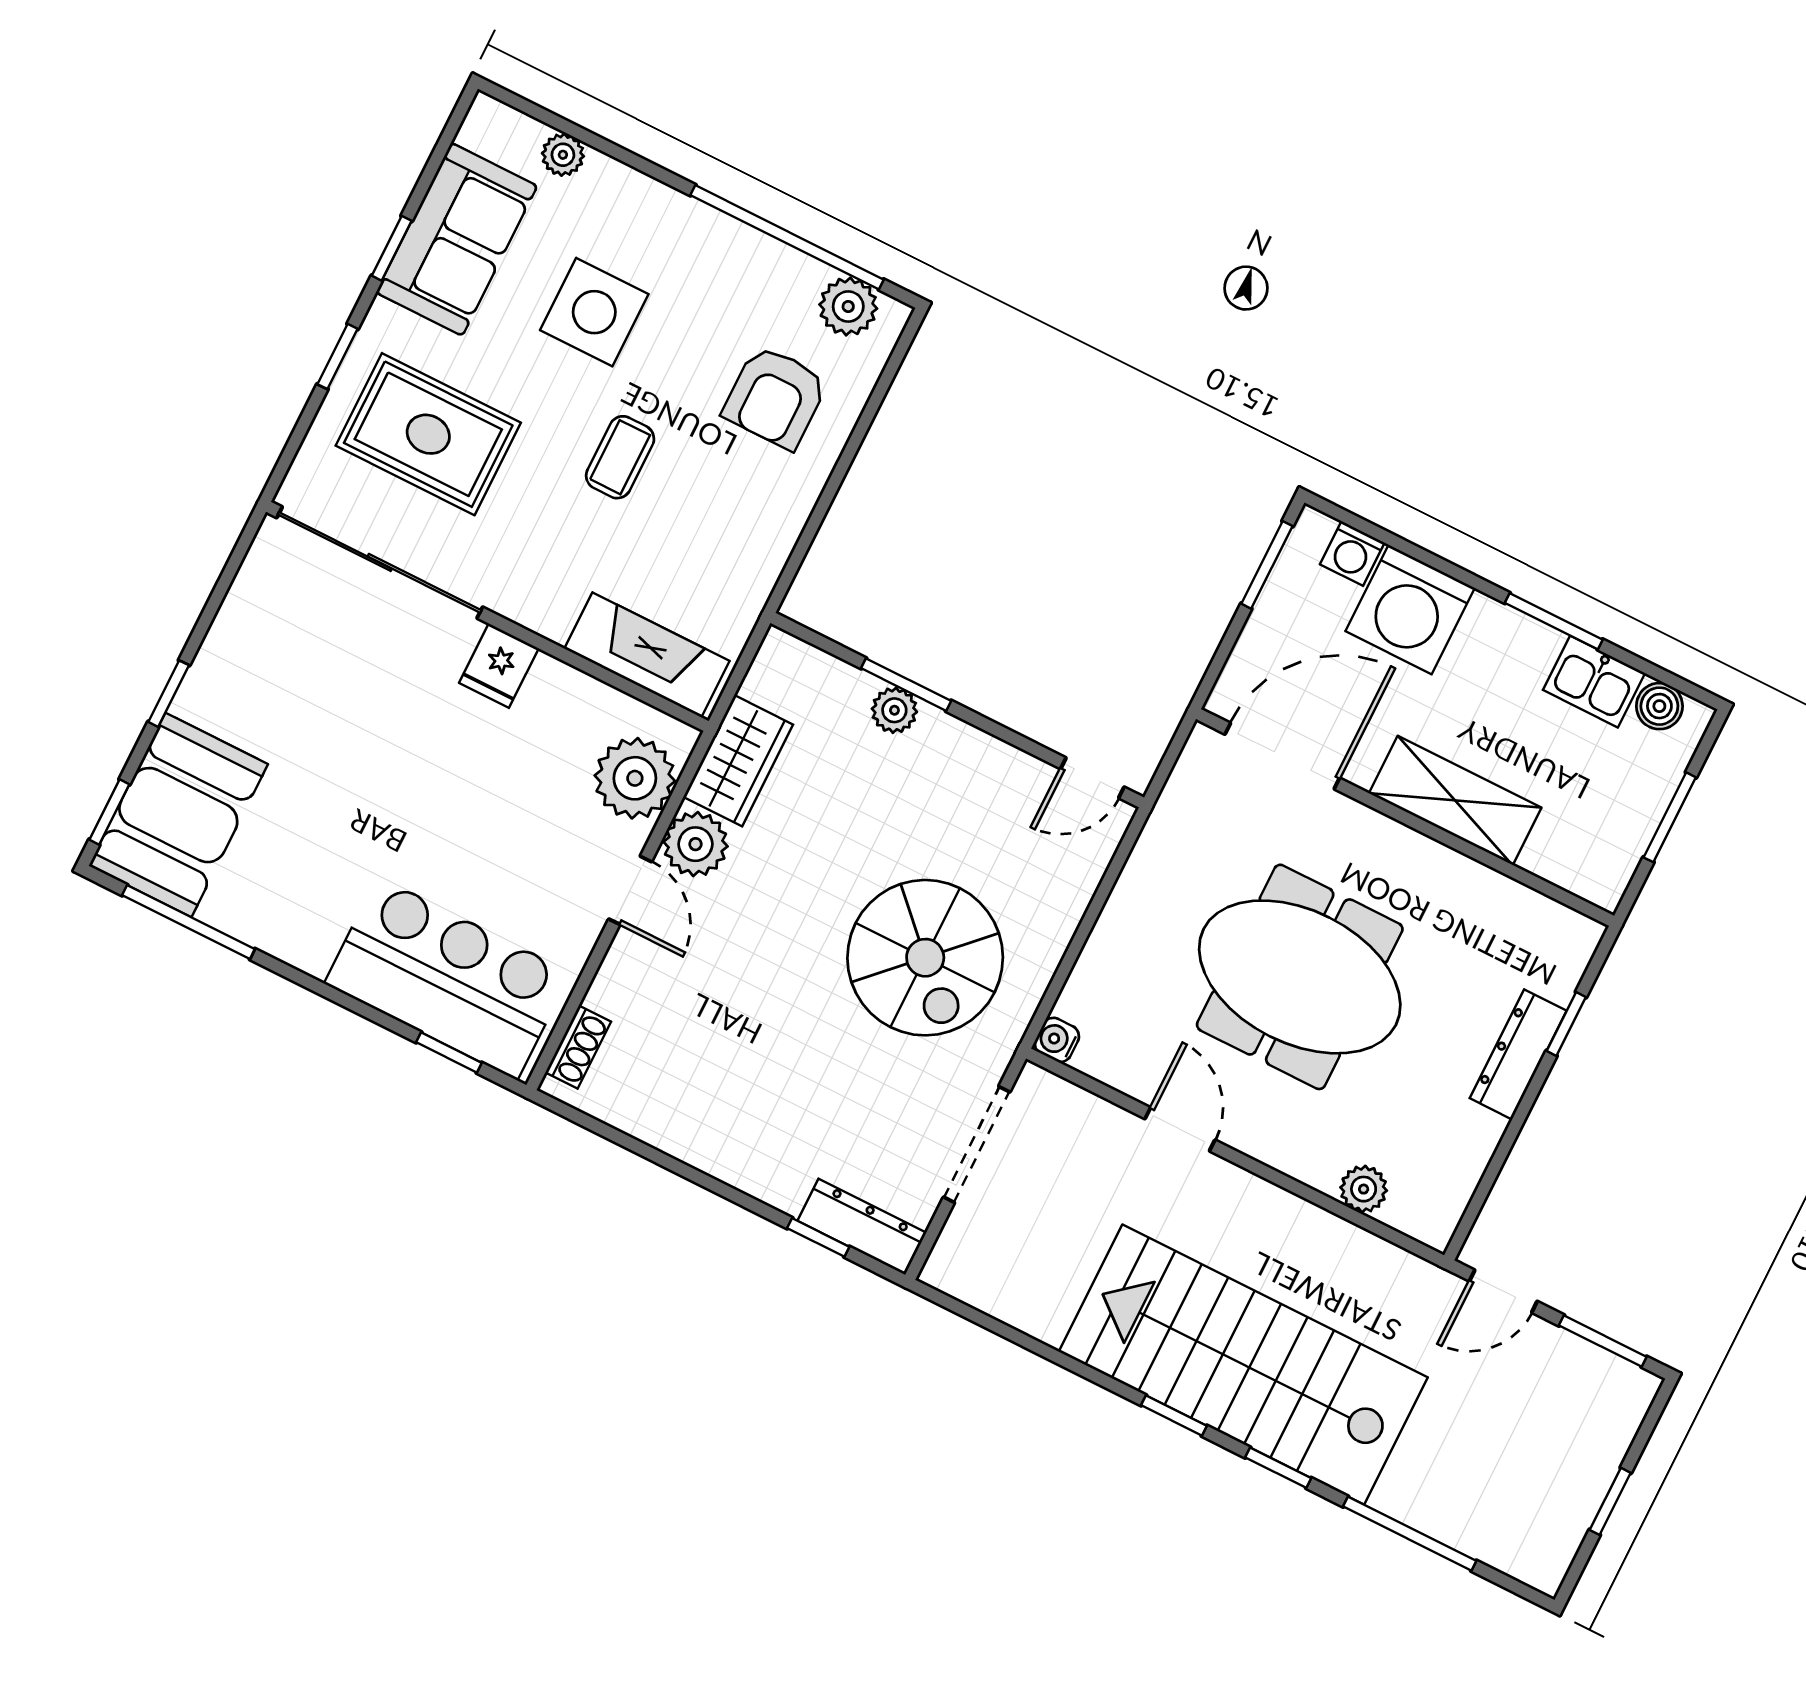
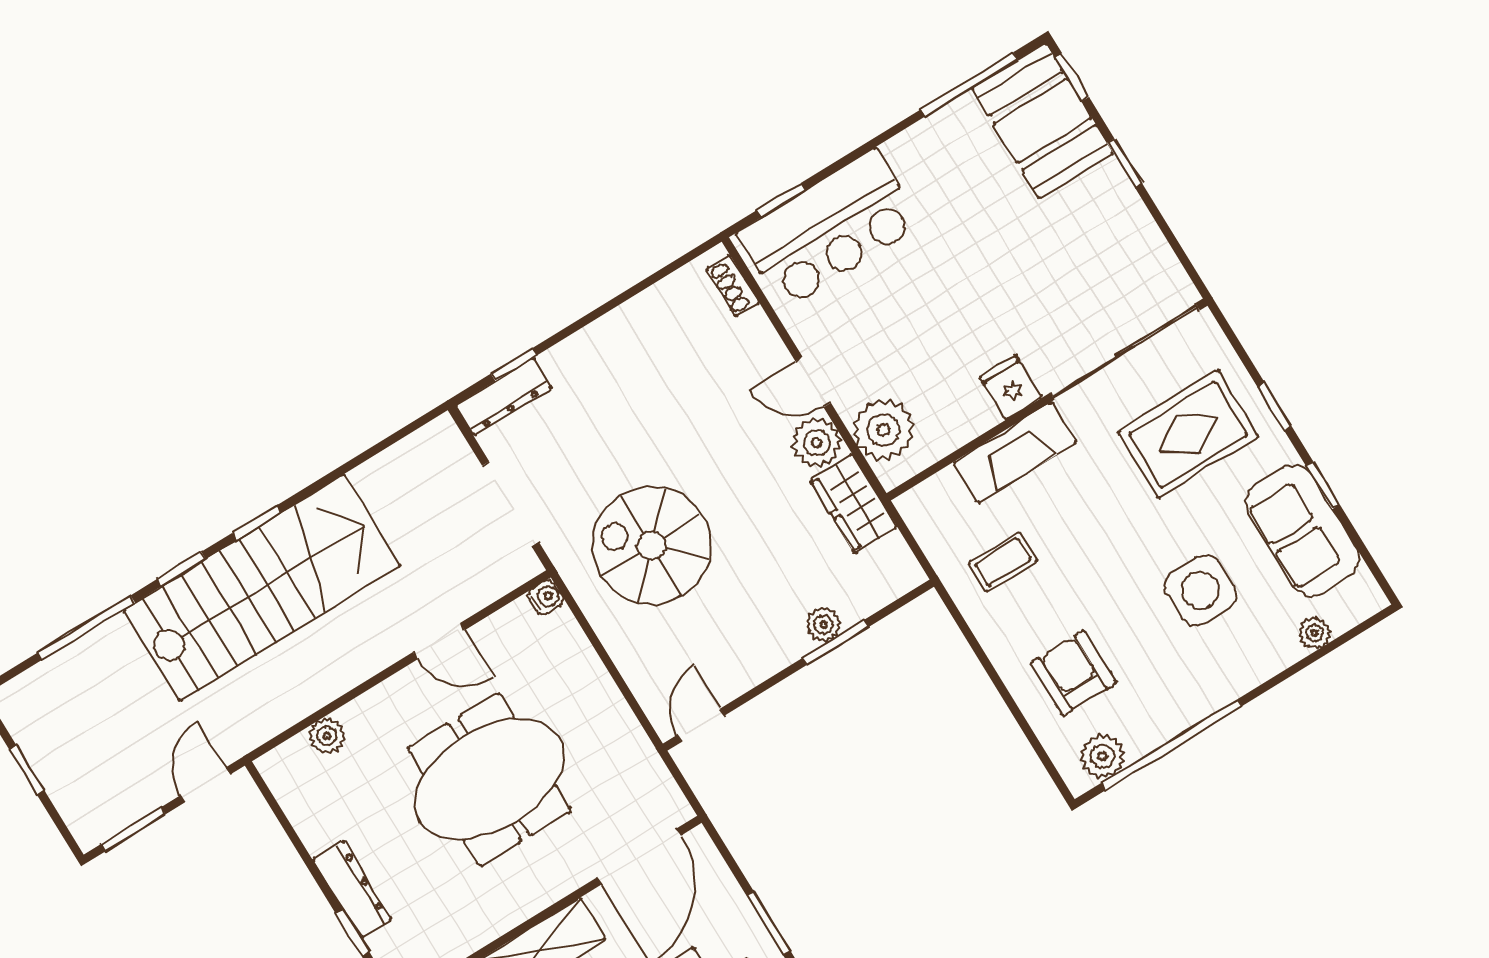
coffee table: (620, 457) -> (1003, 562), moved, turned 90
fireplace: (647, 655) -> (1015, 452), moved

